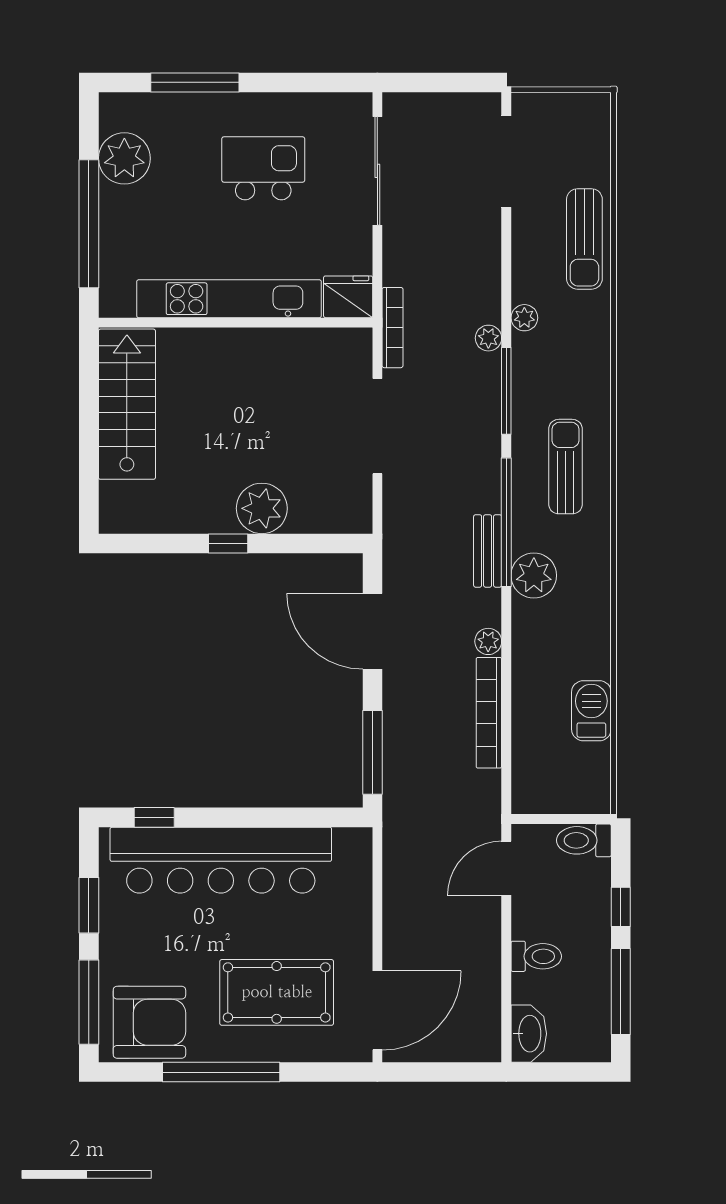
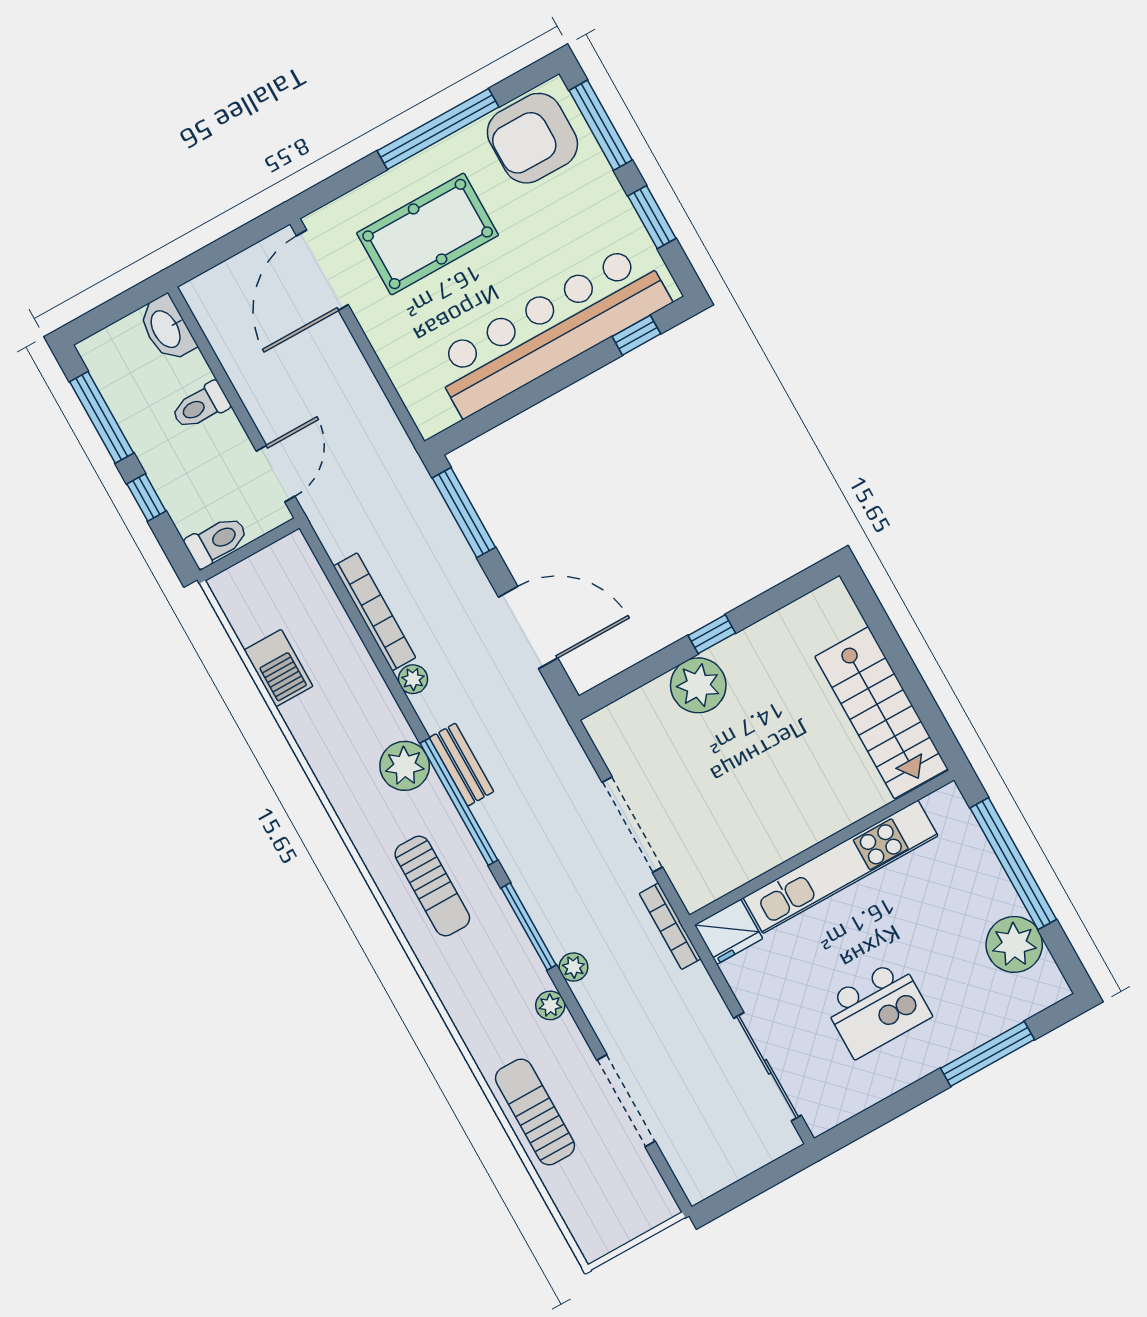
doorway: (506, 162) -> (626, 1101), moved

